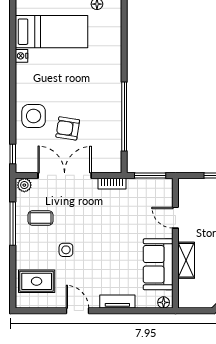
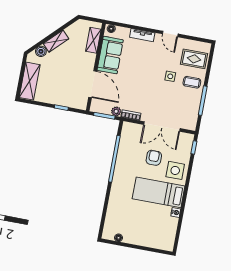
bed: (52, 32) -> (159, 192), moved
armchair: (68, 128) -> (154, 158), turned -99
plant: (24, 185) -> (116, 111), moved
coffee table: (41, 218) -> (192, 82), moved
door: (175, 218) -> (93, 84), width x1.88
shelving: (186, 260) -> (93, 40), moved

